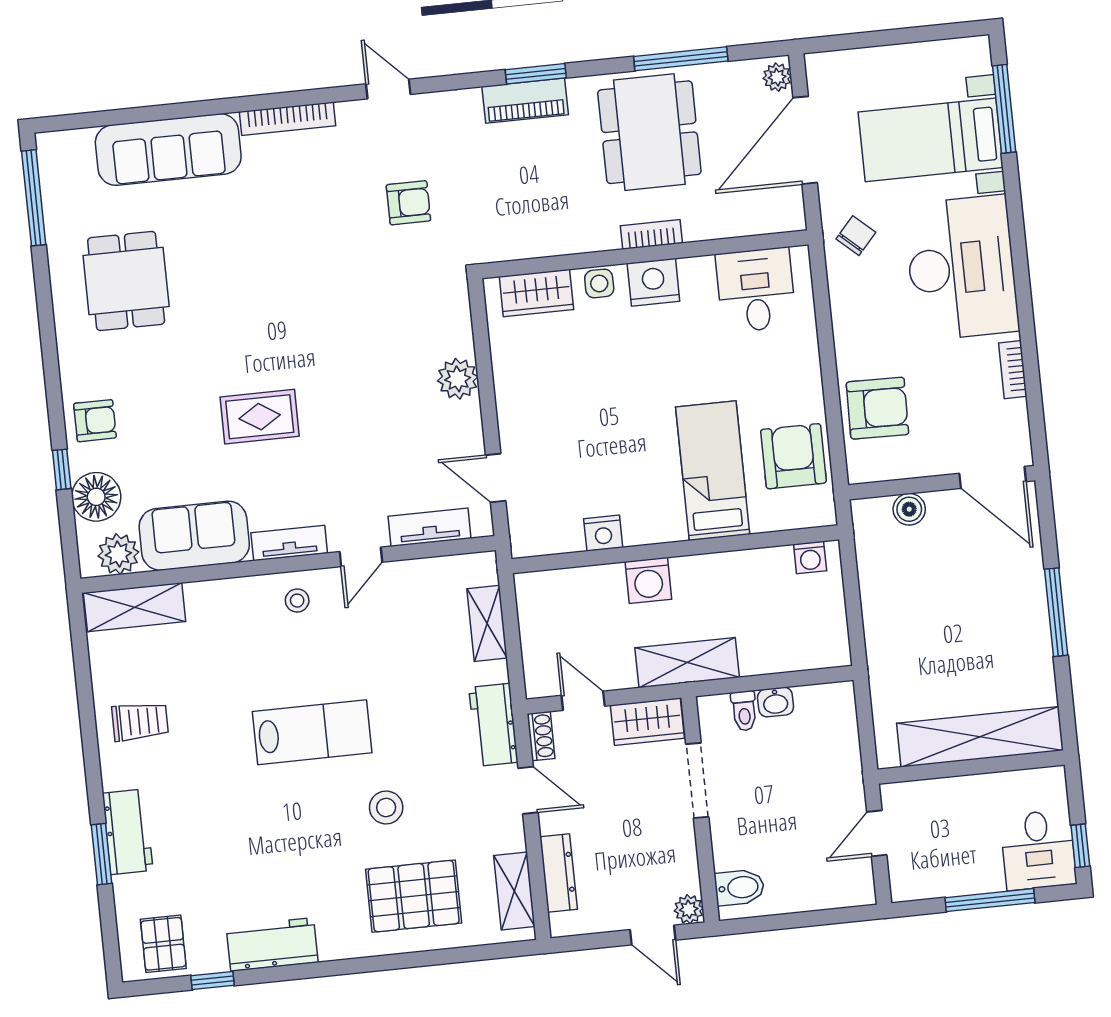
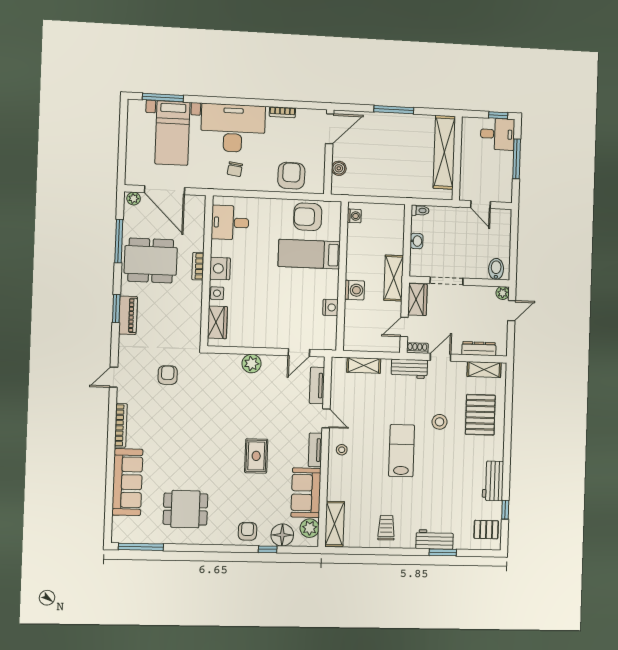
chair: (856, 236) -> (235, 169), moved, turned -124
toilet: (744, 711) -> (420, 210), moved

